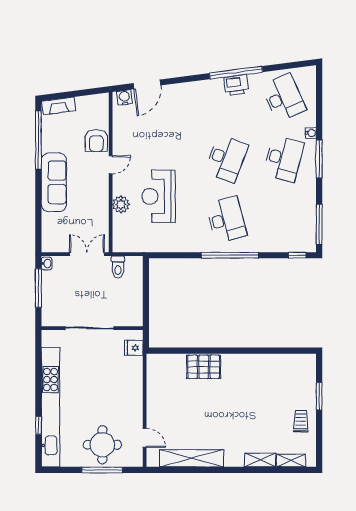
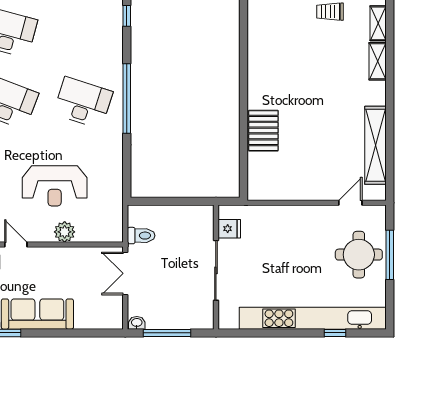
desk: (226, 220) -> (83, 103), turned 33
fridge: (134, 348) -> (229, 229), moved, turned -90

